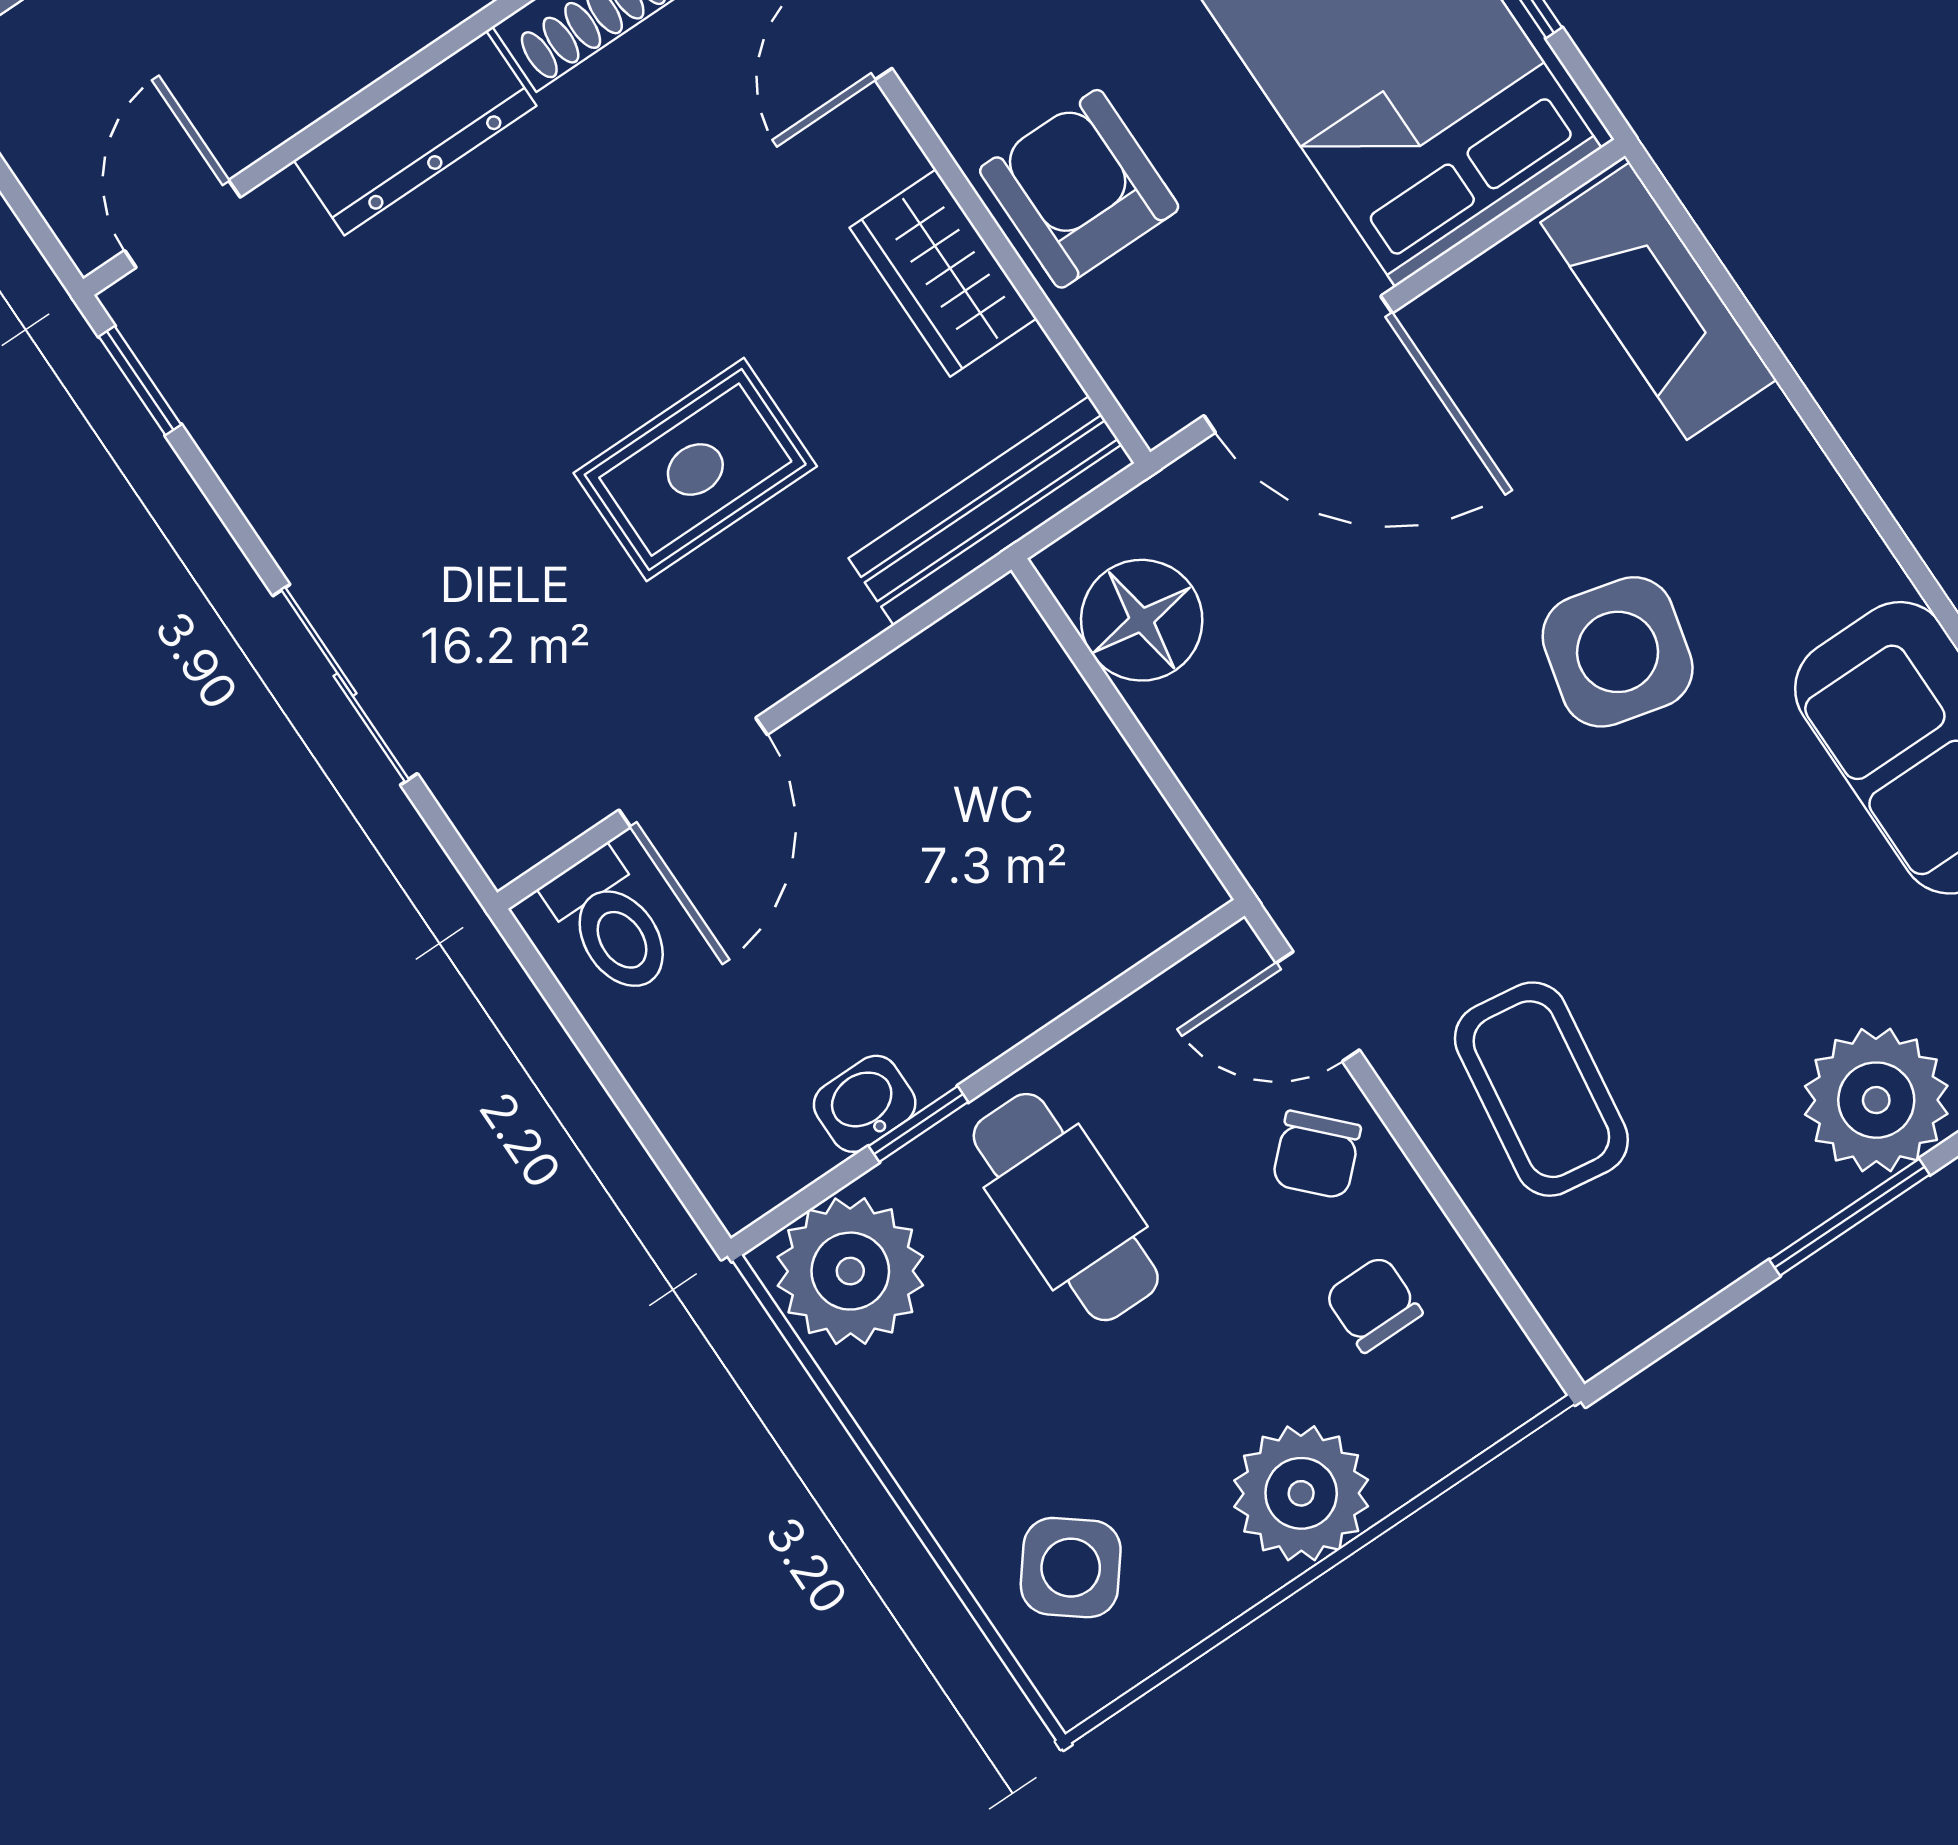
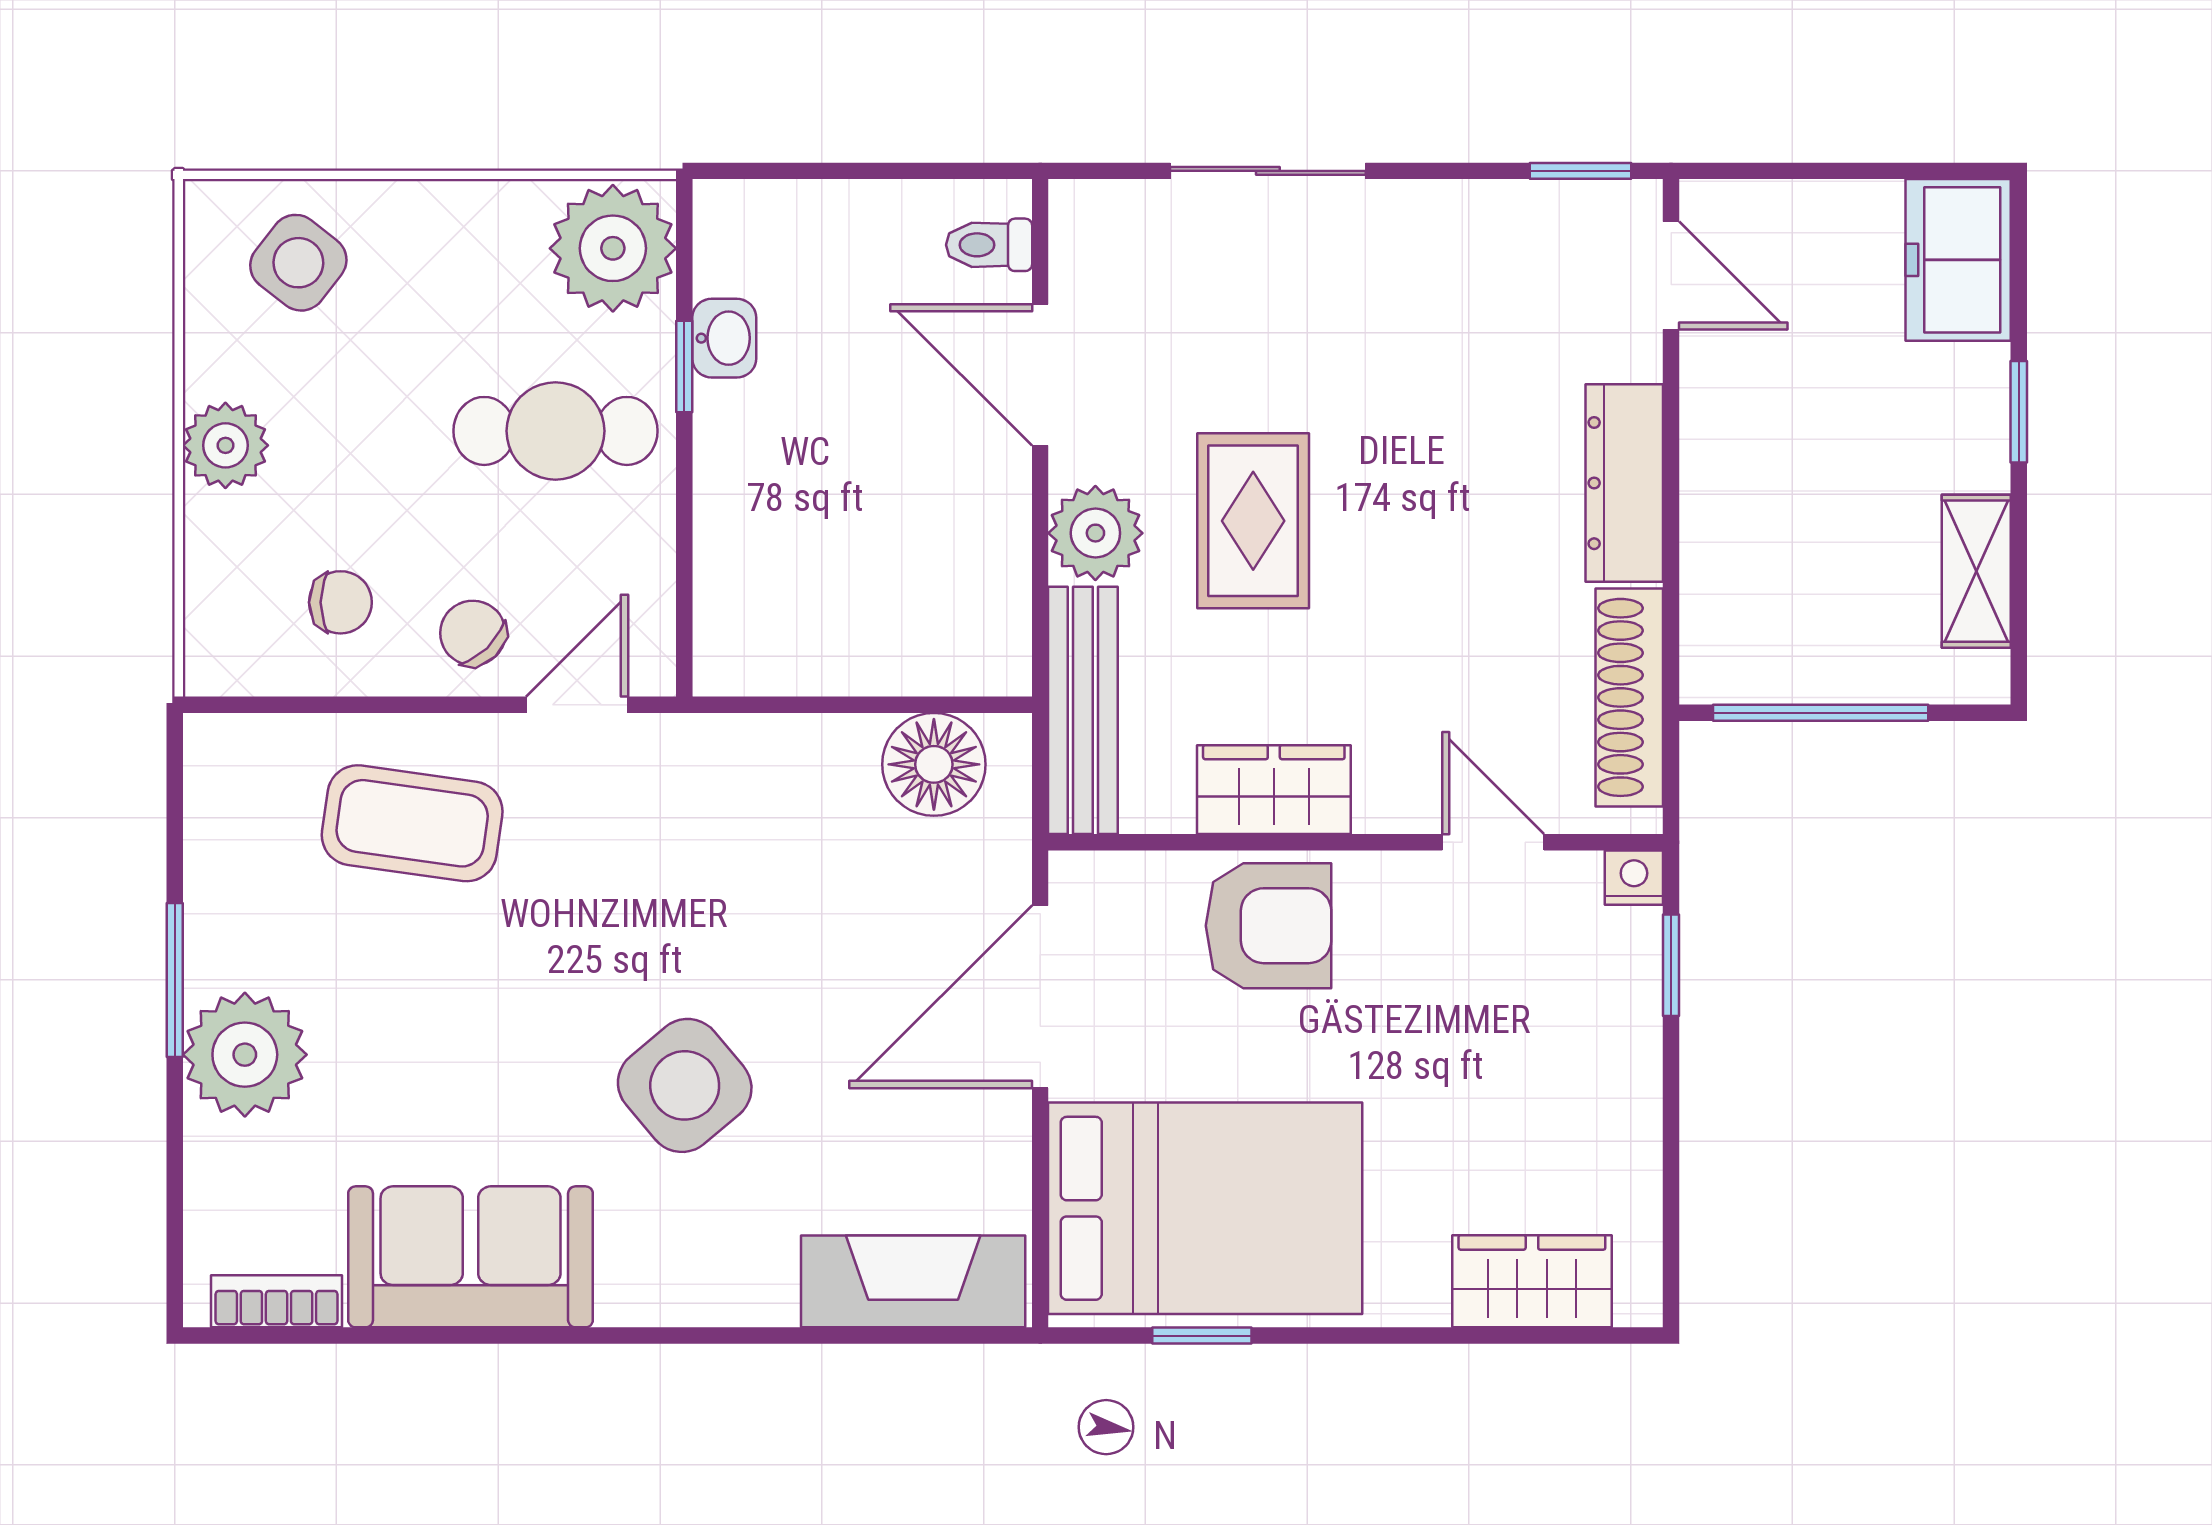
plant: (811, 615) -> (1095, 533), added
side table: (1618, 652) -> (685, 1085), turned 36
toilet: (611, 924) -> (989, 245), width x0.73, depth x0.72
plant: (1301, 1493) -> (225, 445), width x0.73, depth x0.73

